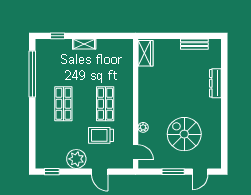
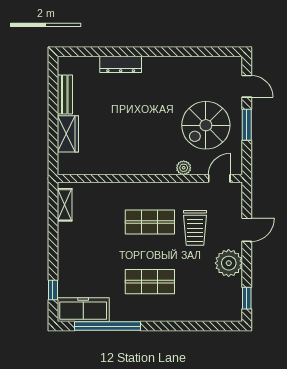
shelving: (84, 44) -> (65, 205), moved
wardrobe: (145, 53) -> (68, 134), moved, turned 90
freezer: (44, 57) -> (83, 310), added
spiral stairs: (184, 134) -> (206, 125), moved

